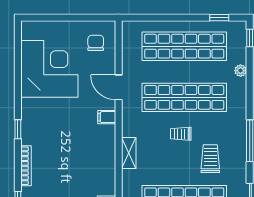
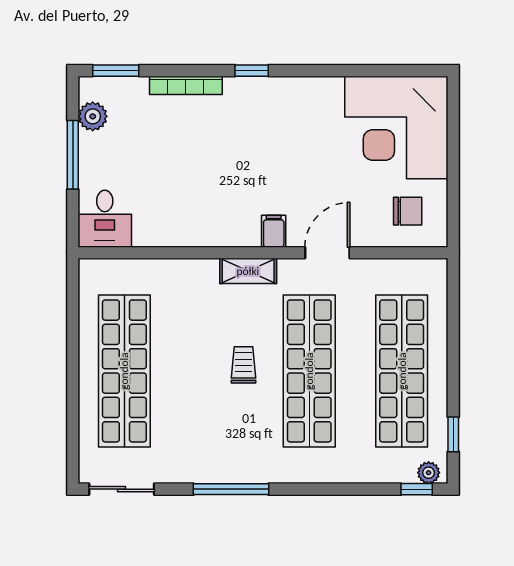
corner desk: (49, 69) -> (396, 128), moved, turned 90
plant: (241, 71) -> (429, 473), moved
shelving: (129, 153) -> (248, 271), moved
trolley: (210, 159) -> (199, 418), removed

